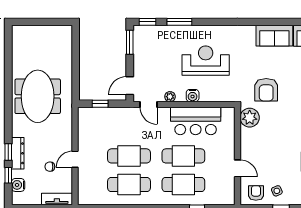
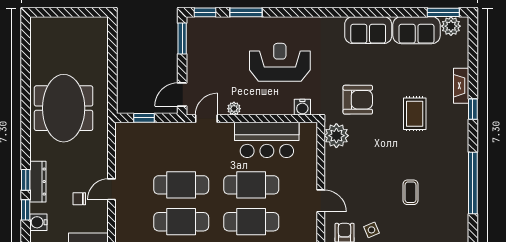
armchair: (266, 90) -> (358, 100), turned -90
water cooler: (193, 96) -> (302, 107), moved
door: (149, 104) -> (206, 119), swing flipped

